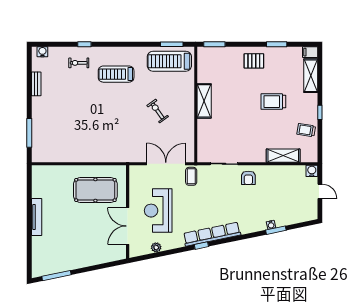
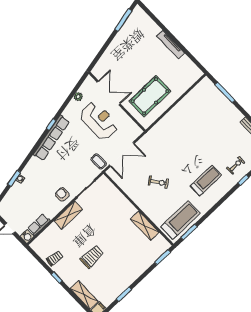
pallet: (254, 61) -> (128, 270), removed
shelving: (204, 101) -> (145, 226), moved
shelving: (283, 156) -> (68, 215), moved
row of seats: (292, 171) -> (39, 225), added

